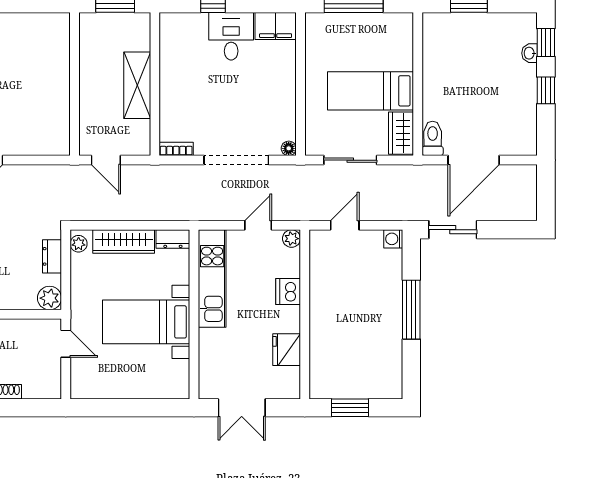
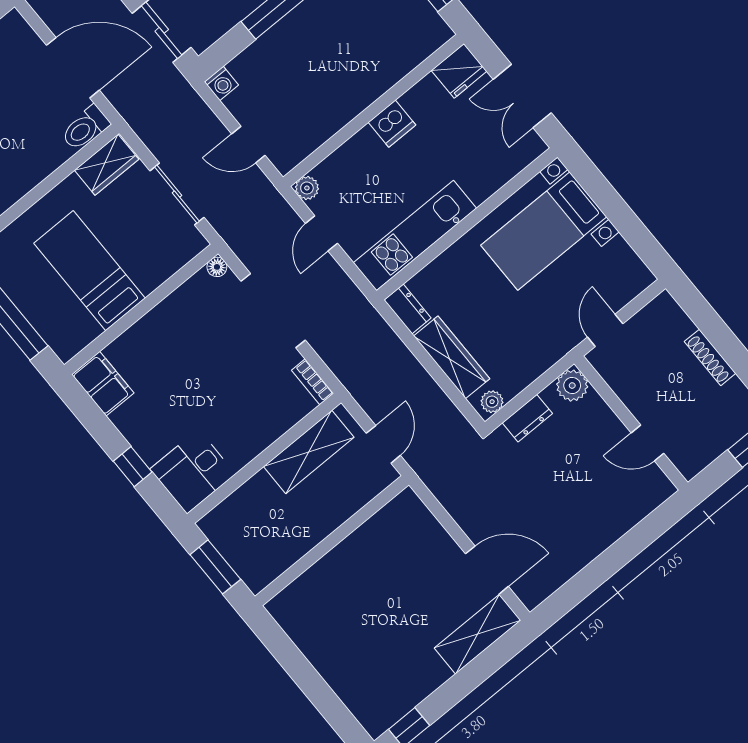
desk: (231, 36) -> (193, 472), moved
shelving: (137, 85) -> (309, 452), moved
bed: (370, 91) -> (89, 271), moved, turned 180
door: (258, 225) -> (321, 233), hinge flipped
dishwasher: (288, 292) -> (392, 124), moved
bed with nightstands: (146, 322) -> (544, 231), moved, turned 90
fridge: (287, 350) -> (459, 71), moved
double door: (242, 408) -> (522, 96), swing flipped

